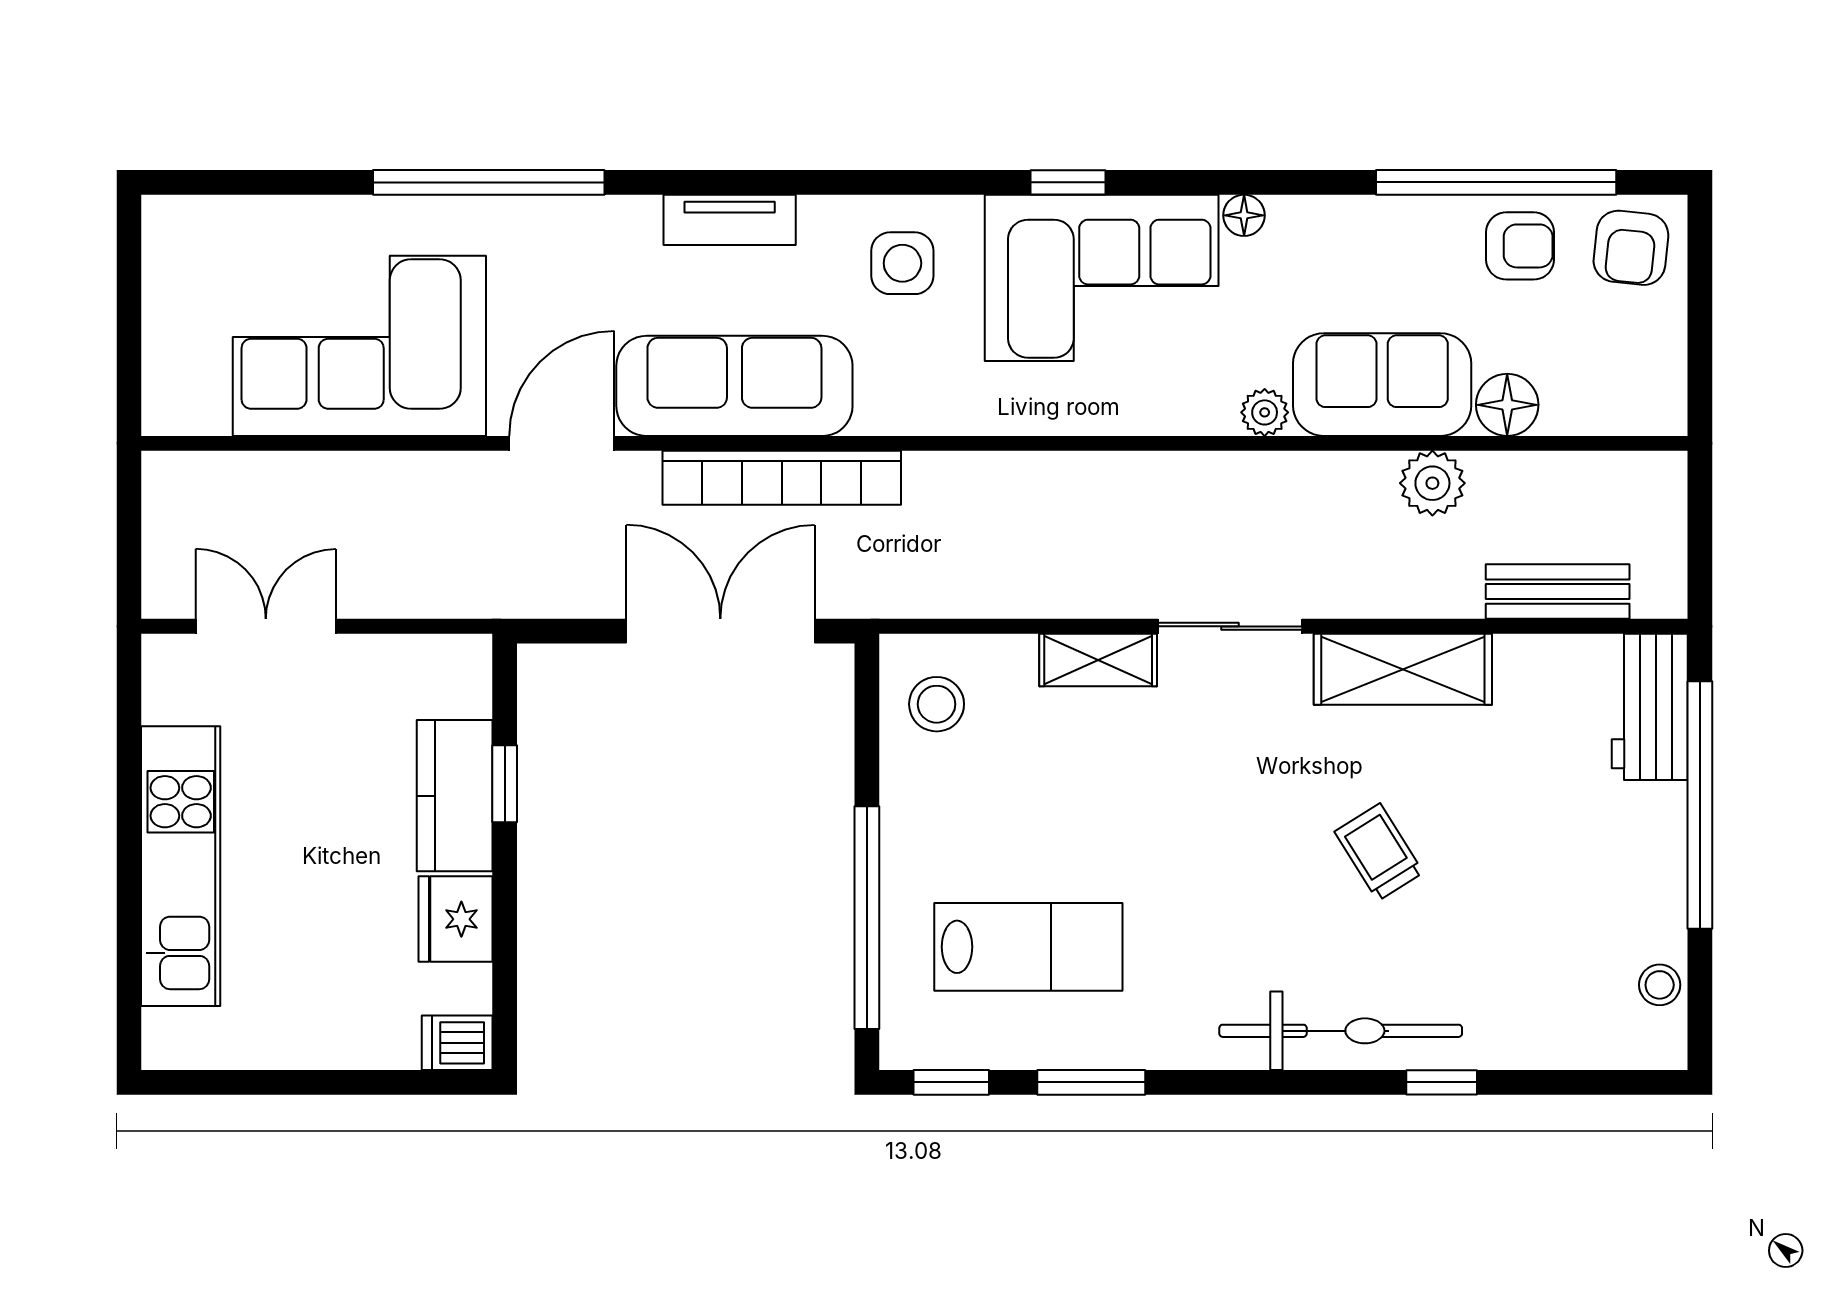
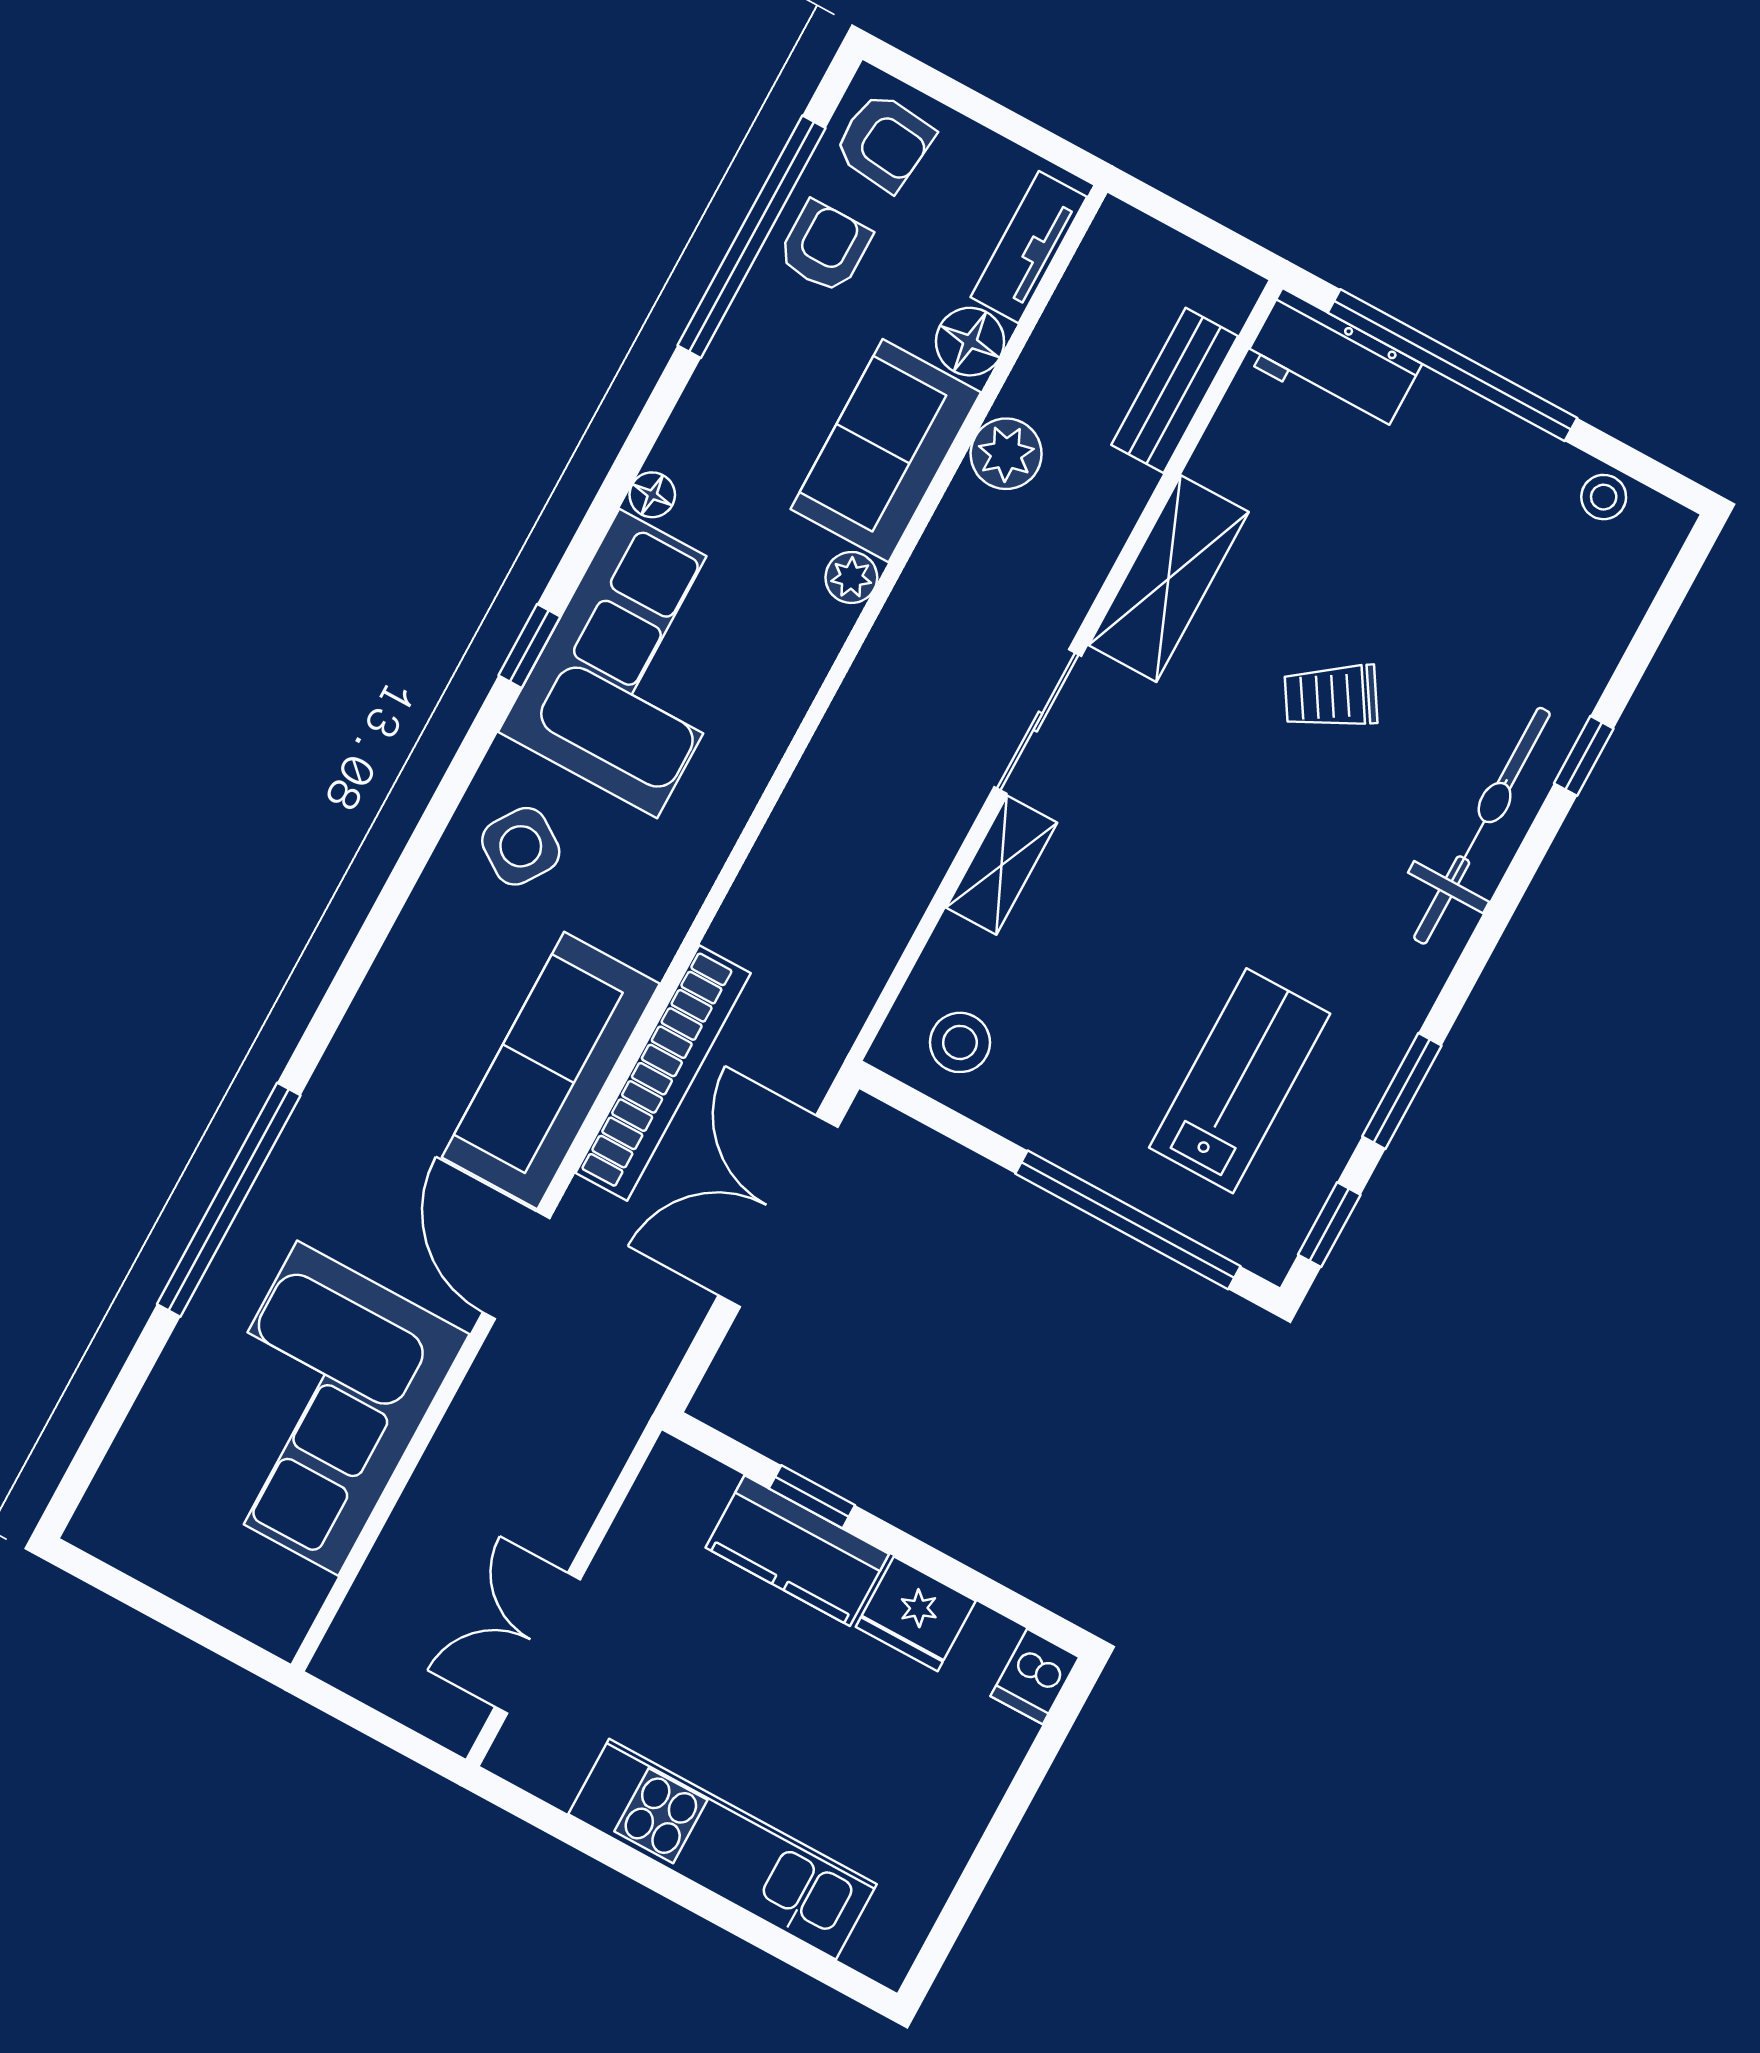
tv unit: (730, 220) -> (1029, 247), moved, turned 180
side table: (902, 263) -> (521, 846), turned 34

